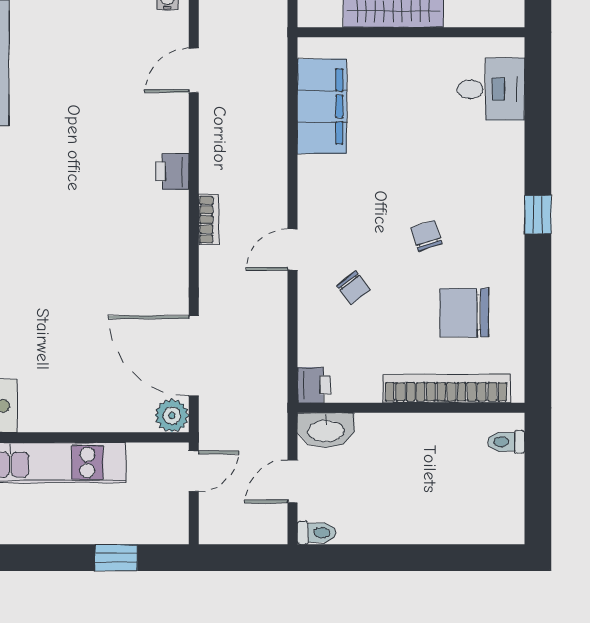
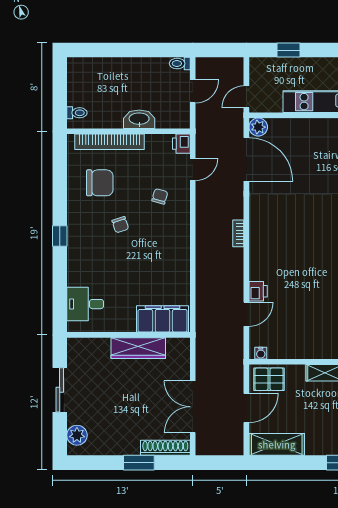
filing cabinet: (322, 106) -> (163, 319), moved, turned 90
printer: (172, 172) -> (258, 291), moved
door: (293, 250) -> (193, 169), moved
chair: (353, 288) -> (160, 196), turned 54
washbasin: (326, 430) -> (139, 119), moved

